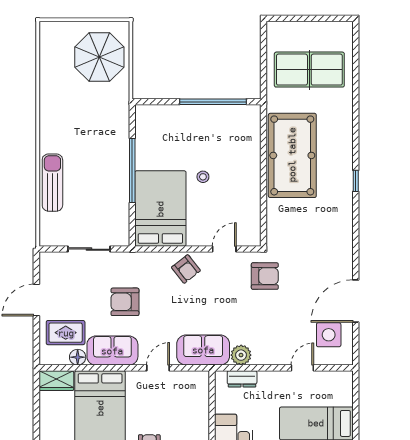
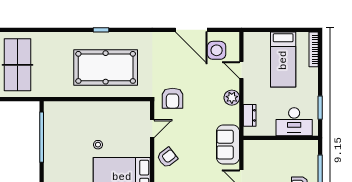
pool table: (292, 155) -> (106, 67), moved
door: (224, 249) -> (152, 129), swing flipped
armchair: (265, 276) -> (173, 98), turned 180
plant: (241, 355) -> (232, 98), moved

